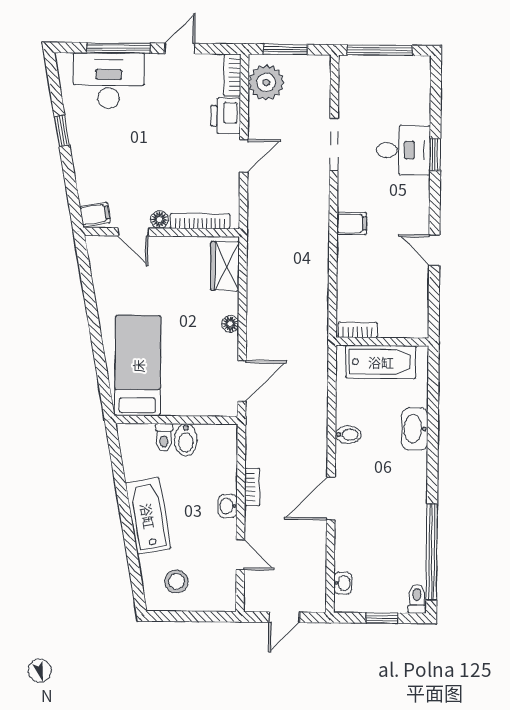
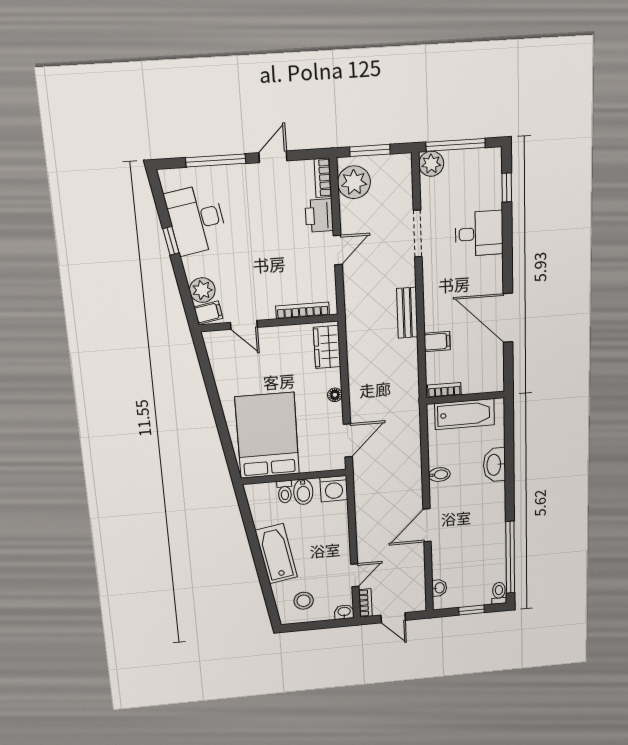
plant: (352, 69) -> (431, 164), added
desk: (109, 81) -> (196, 219), moved, turned -100
window: (435, 155) -> (507, 188), moved
plant: (91, 188) -> (202, 290), added
floor lamp: (159, 219) -> (266, 312), removed
filing cabinet: (352, 223) -> (437, 342), moved
bench: (318, 234) -> (407, 313), added
door: (434, 250) -> (508, 318), width x1.88
bed: (138, 366) -> (267, 436), width x1.50
washing machine: (222, 440) -> (334, 489), added
bookcase: (252, 487) -> (365, 603), moved
washbasin: (228, 506) -> (344, 612), moved, turned 90
door: (240, 555) -> (355, 575), hinge flipped
door: (284, 617) -> (393, 618), hinge flipped

